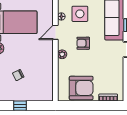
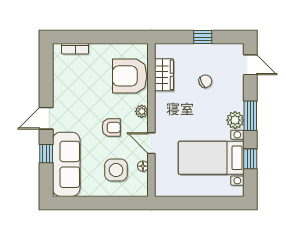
door: (55, 32) -> (151, 143), swing flipped
wardrobe: (47, 80) -> (164, 75), added
armchair: (81, 88) -> (130, 76), moved

